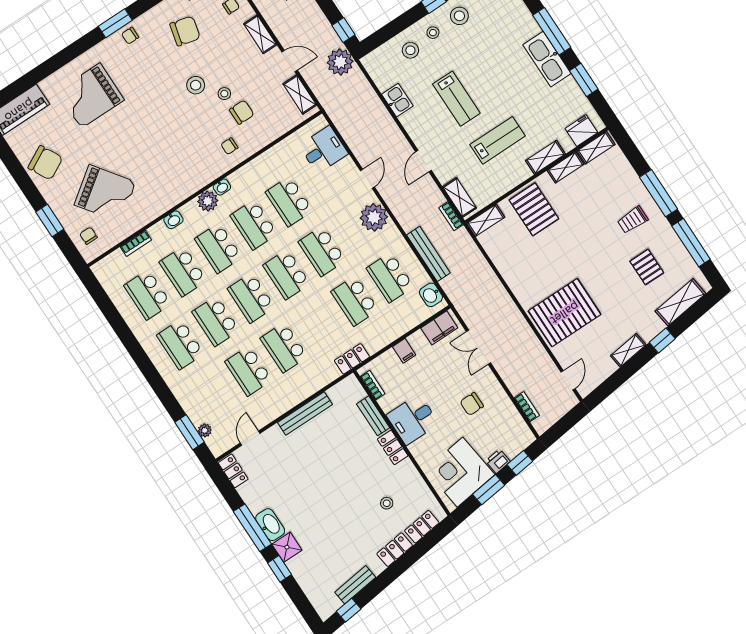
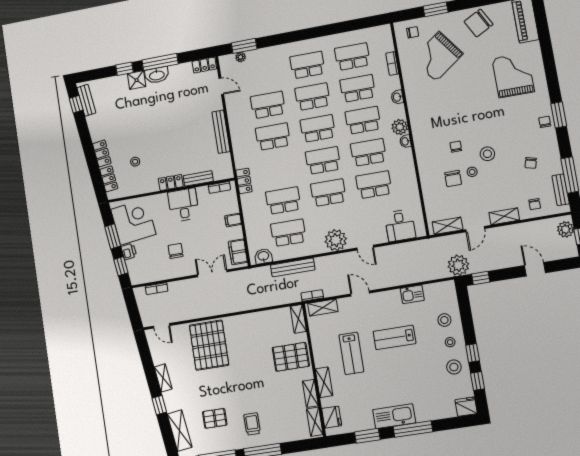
chair: (185, 31) -> (531, 163), width x0.54, depth x0.54
chair: (229, 146) -> (456, 147), moved
bench: (355, 585) -> (86, 100), moved

